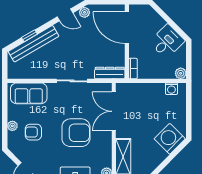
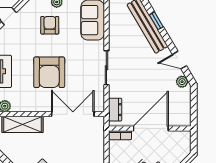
door: (65, 15) -> (179, 60), hinge flipped
door: (127, 28) -> (151, 128), moved
dresser: (110, 73) -> (115, 110), width x0.70

